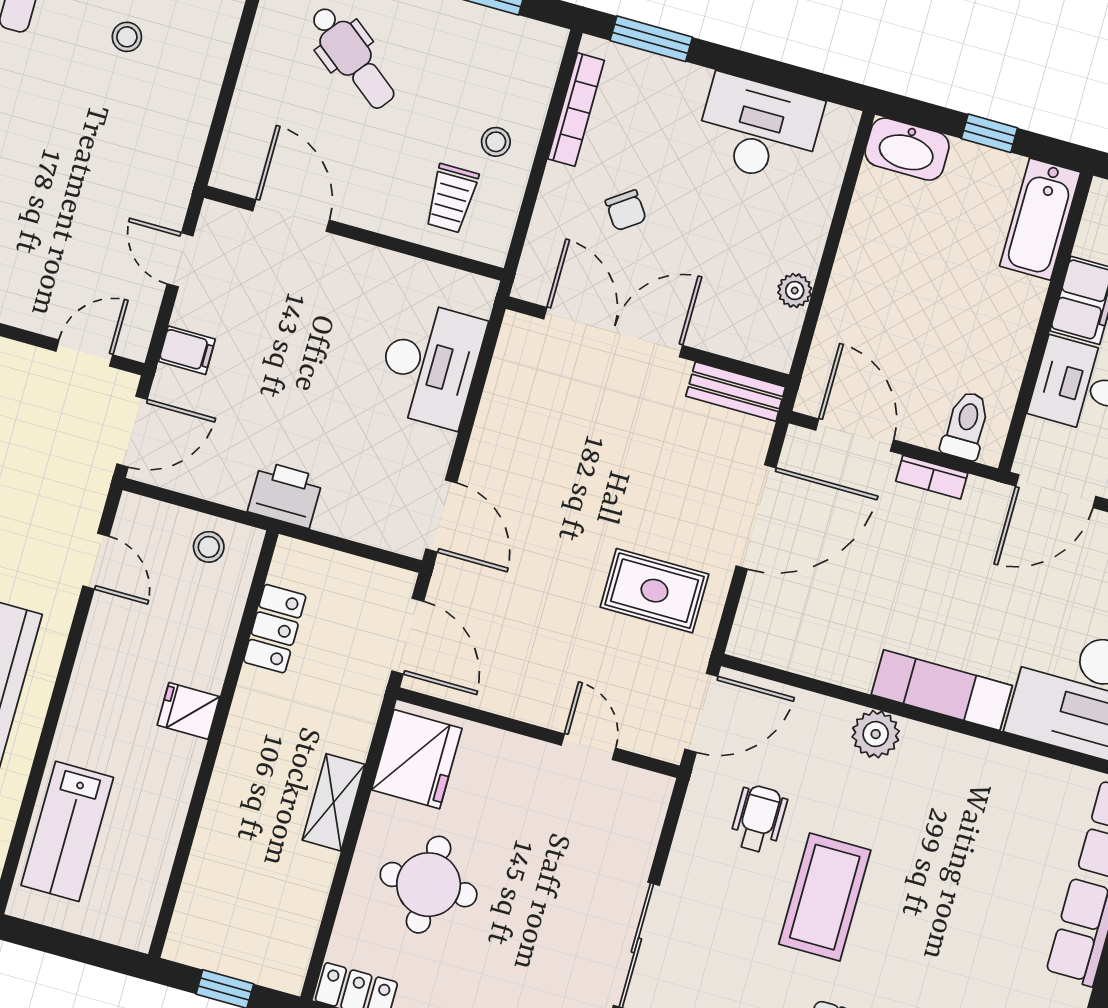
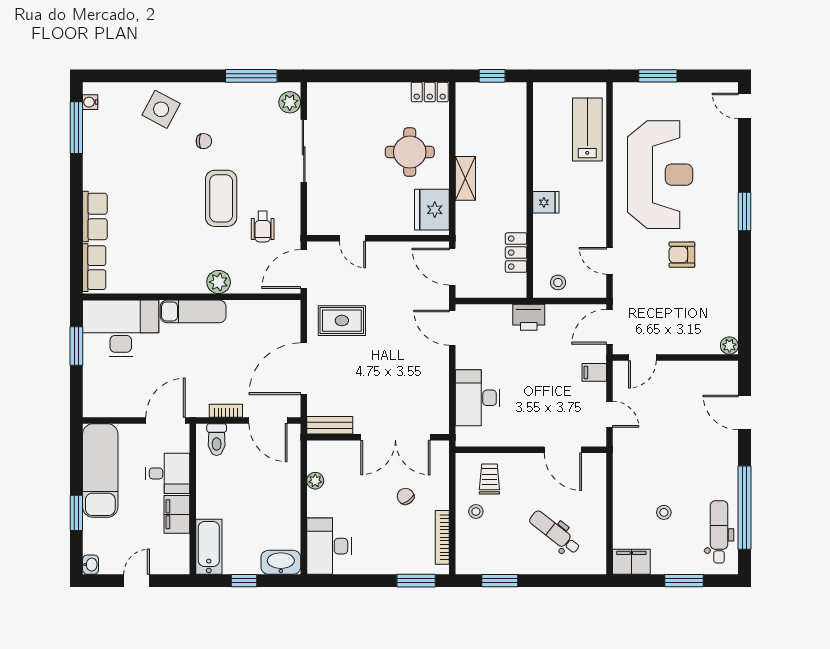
desk: (759, 129) -> (329, 546), moved, turned 90

